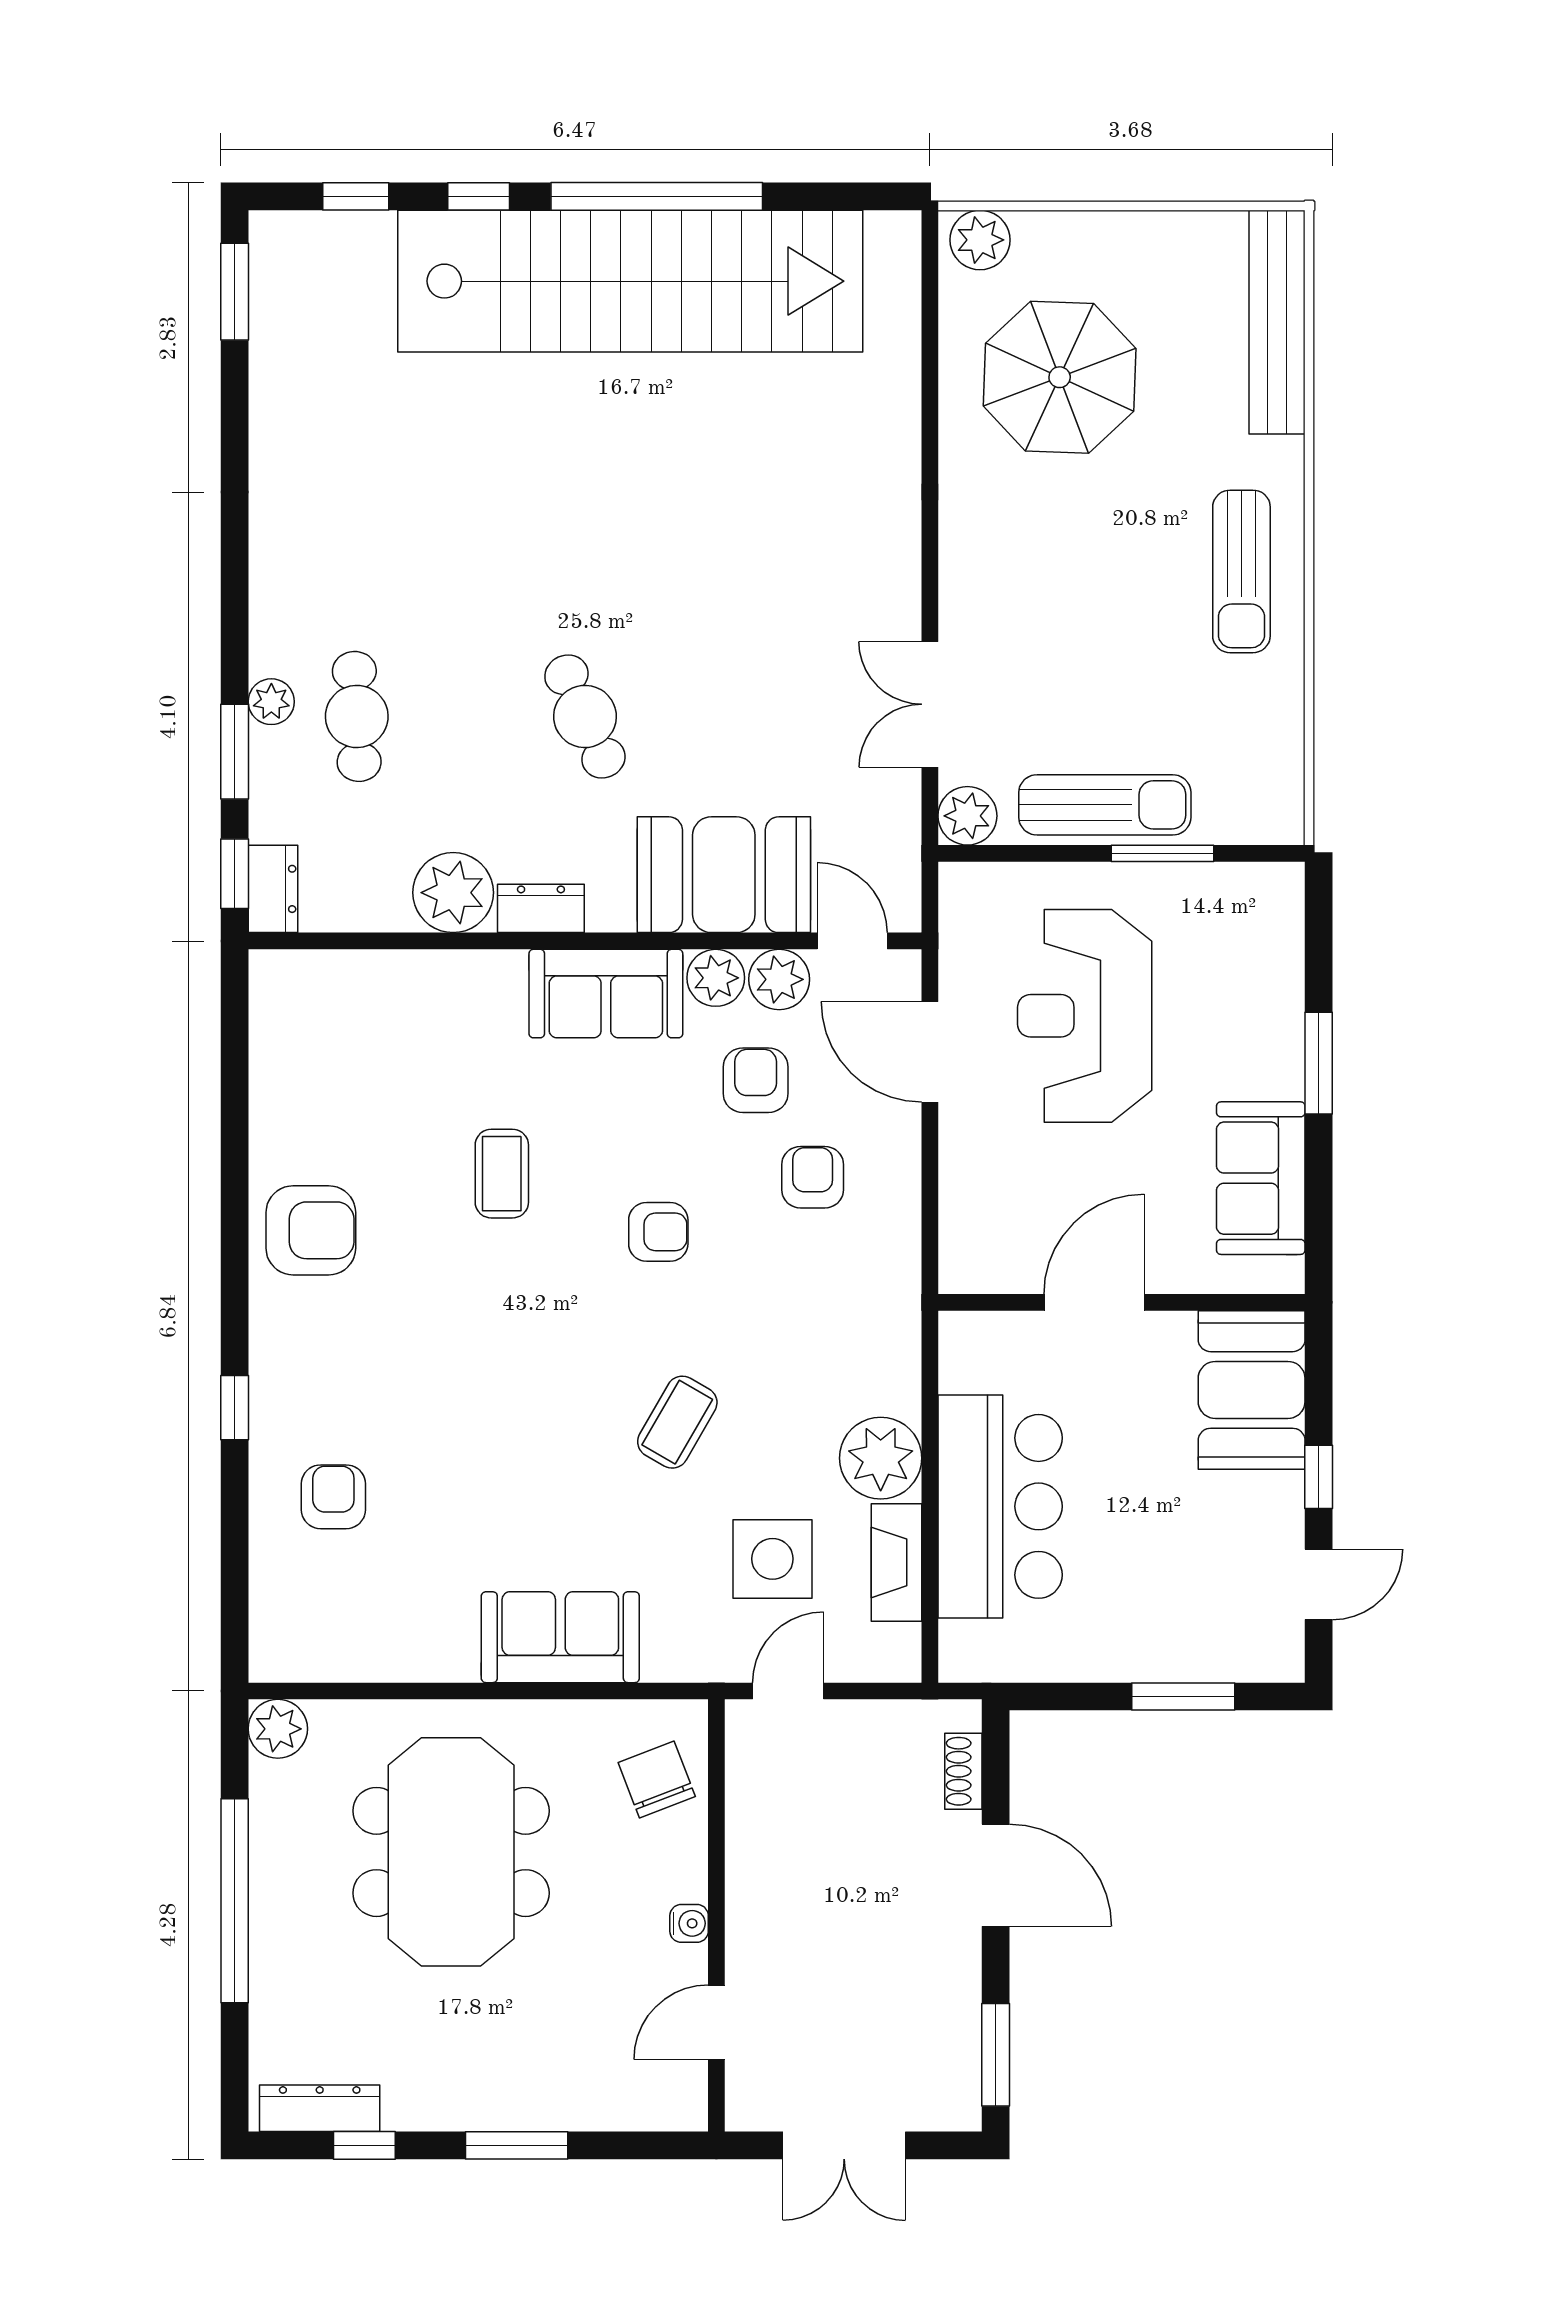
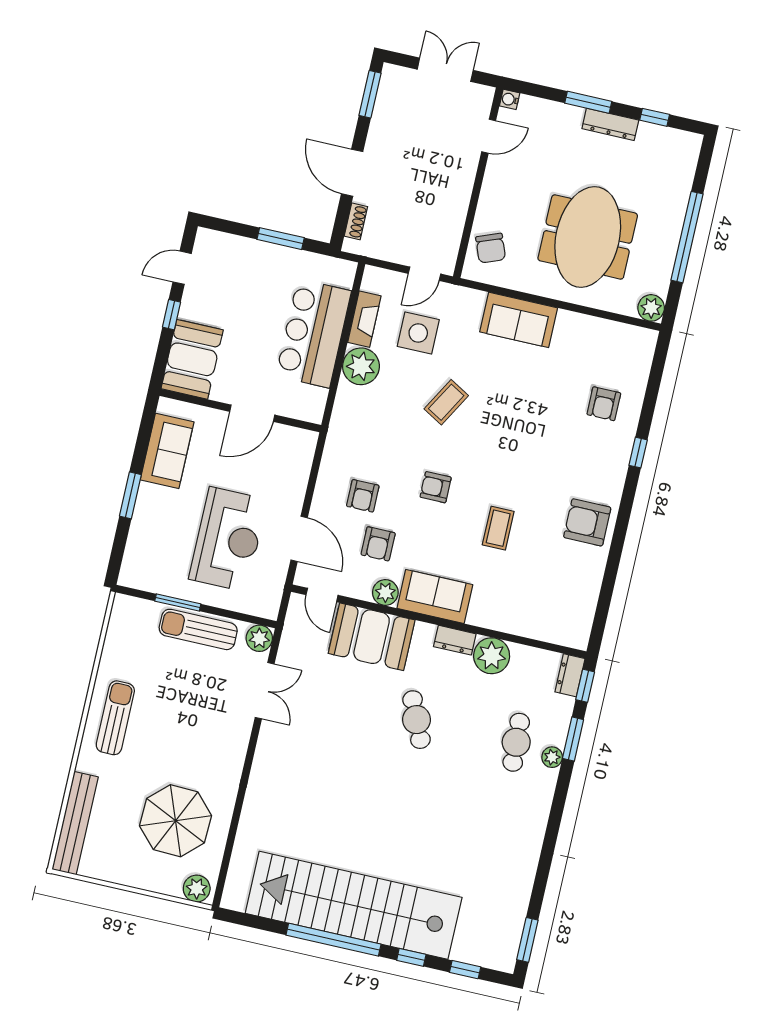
plant: (779, 979) -> (358, 585), removed
window: (1183, 1696) -> (281, 239), moved
water cooler: (689, 1923) -> (510, 99), moved
dresser: (320, 2108) -> (610, 124), moved

